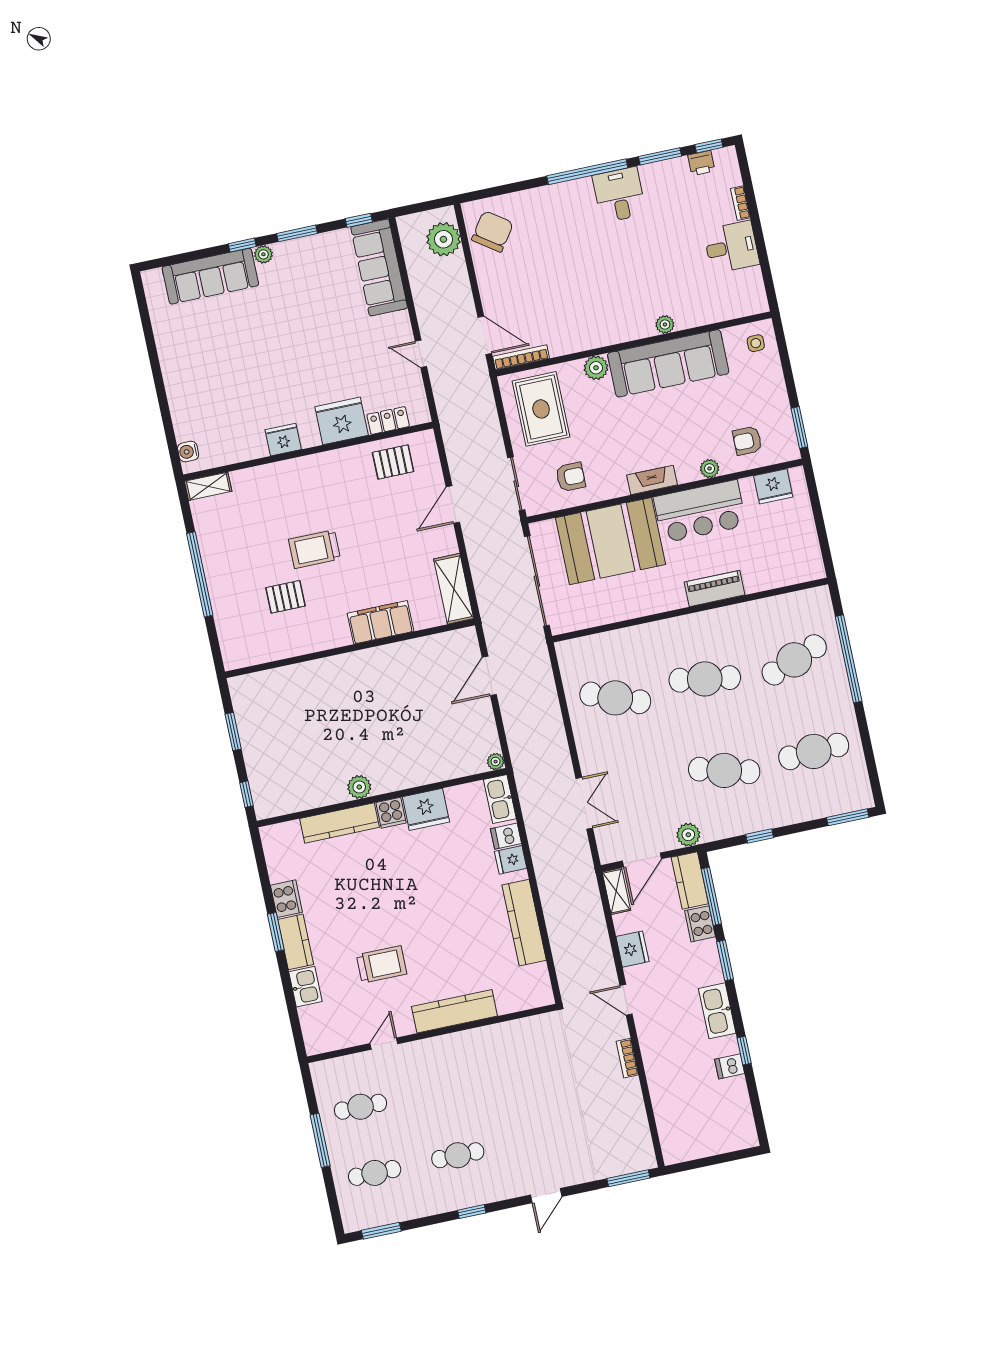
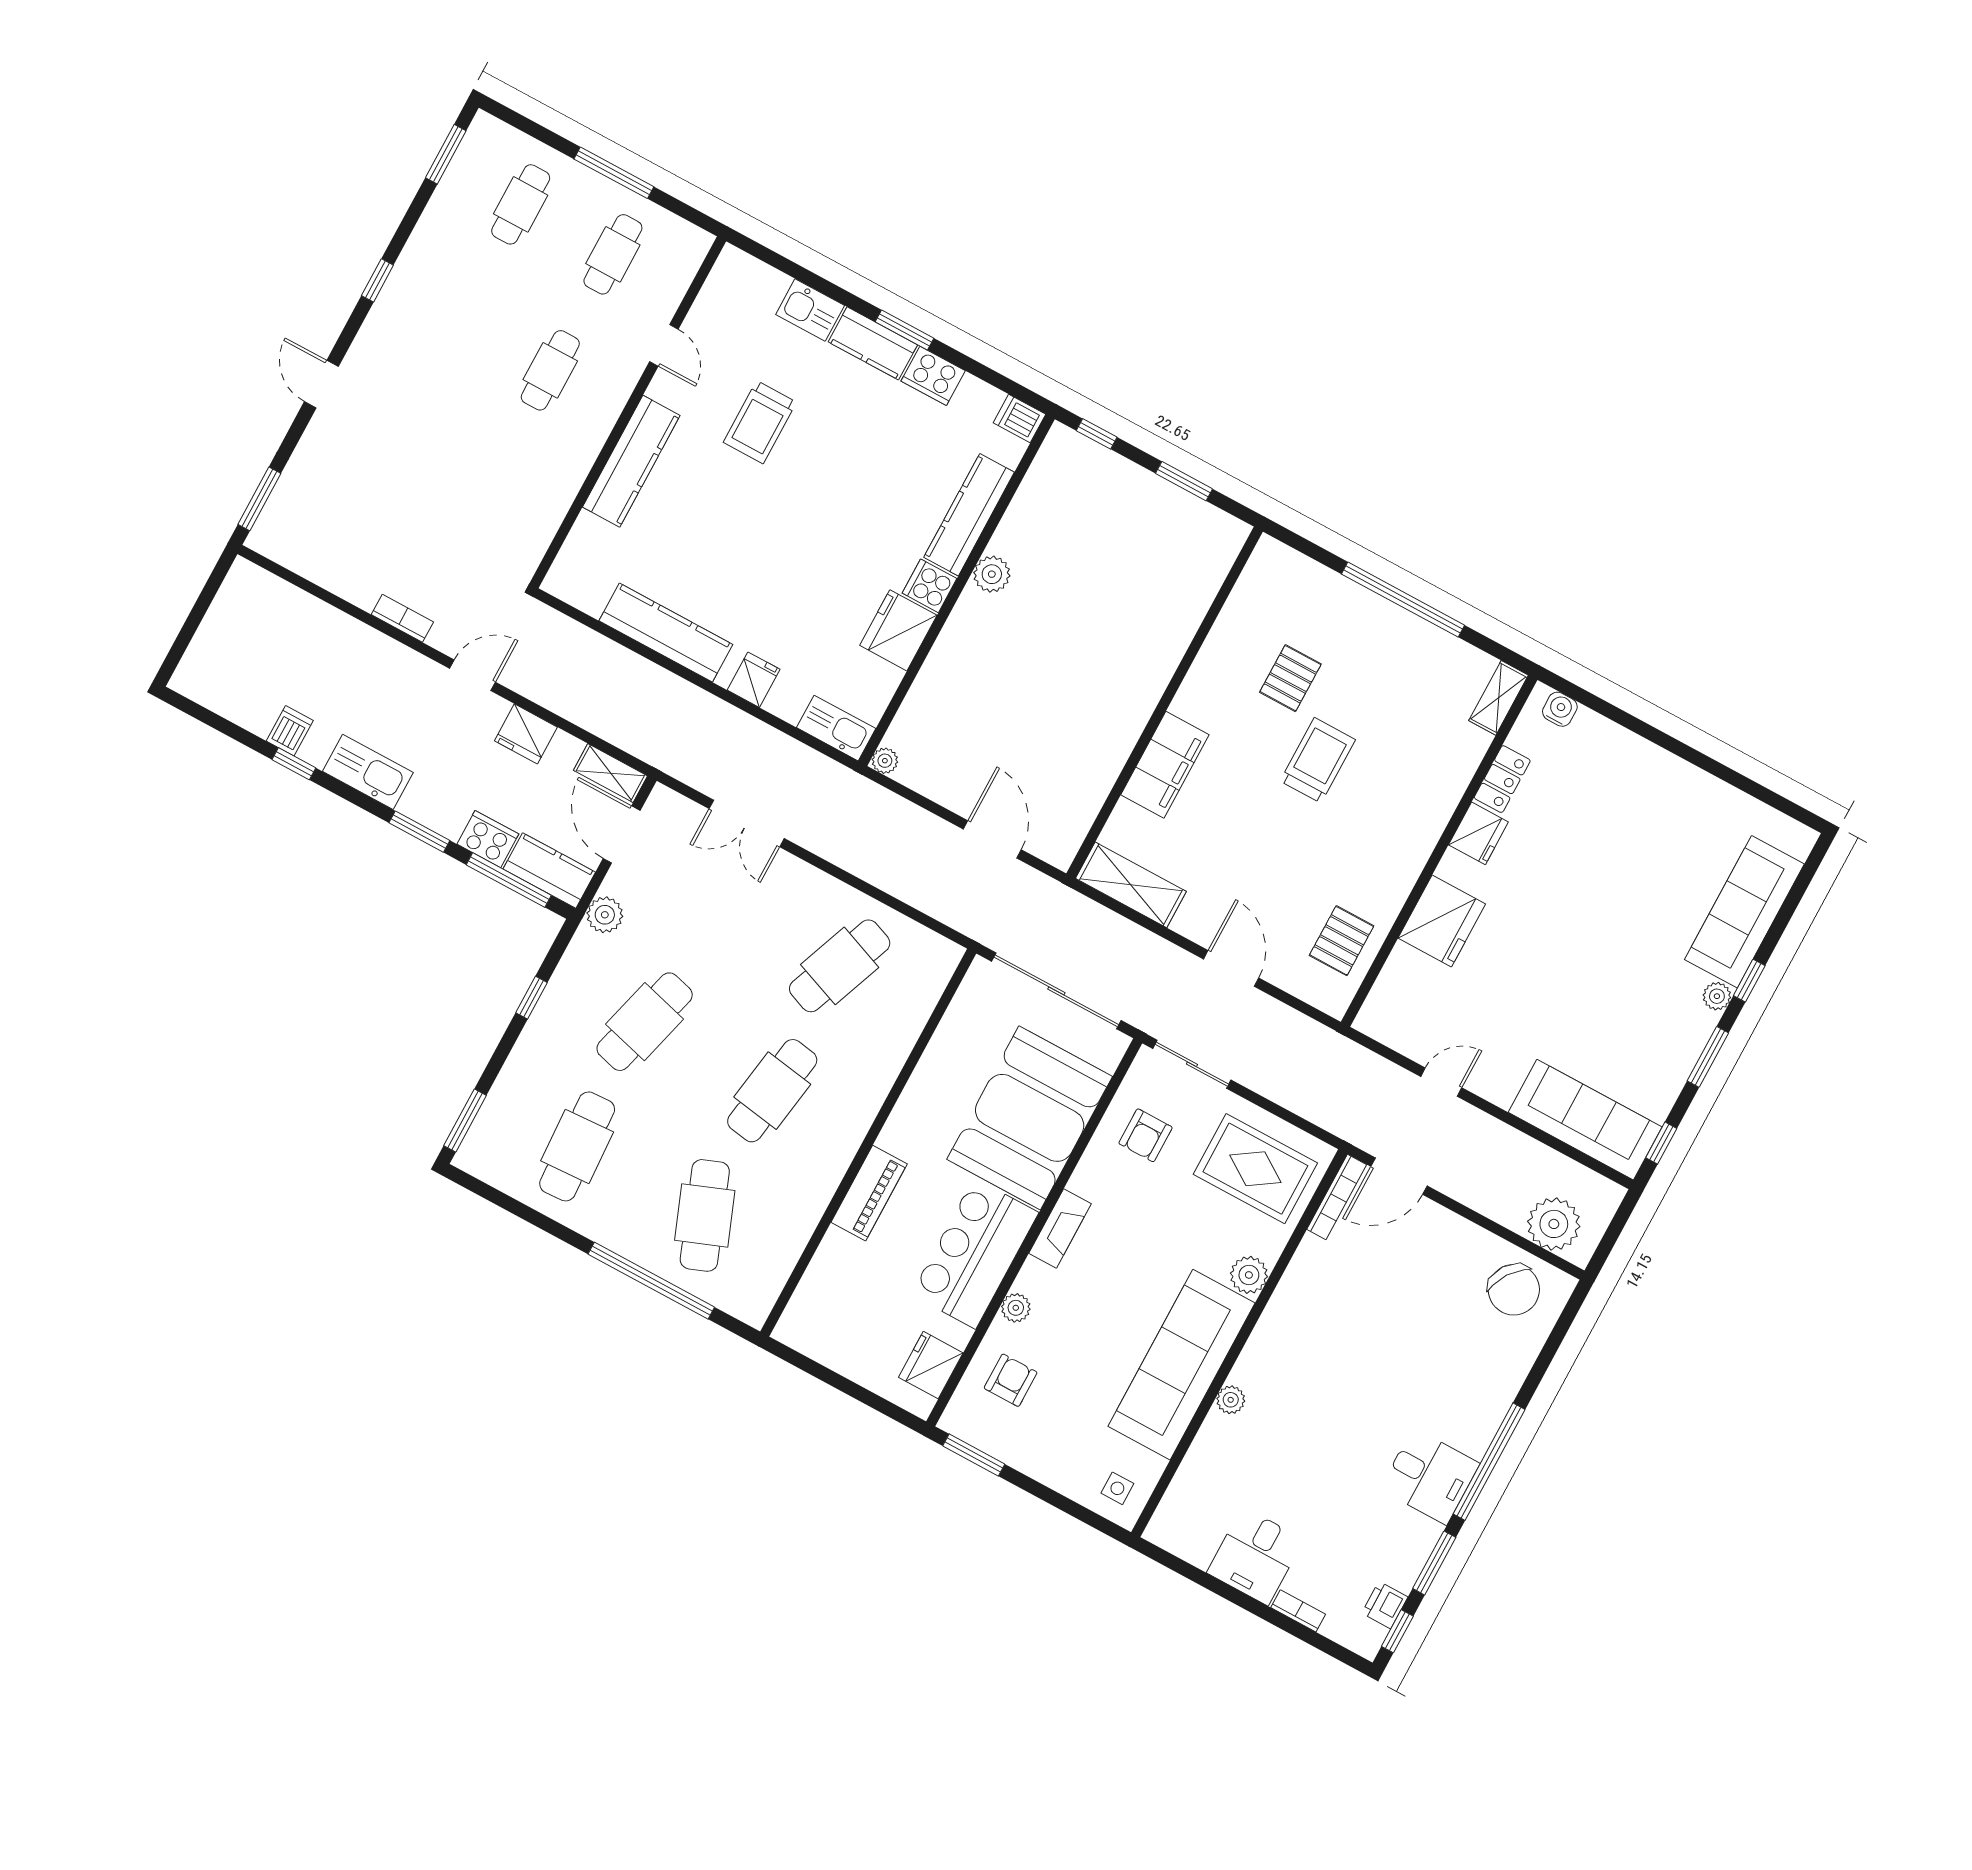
locker: (388, 420) -> (1502, 779), moved
dishwasher: (506, 836) -> (1019, 419), moved, turned -90
cafe table: (458, 1155) -> (550, 370), moved

